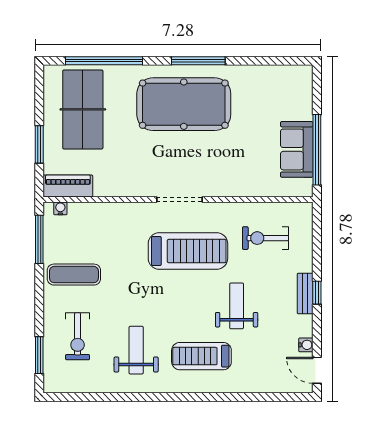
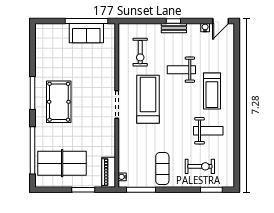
pool table: (184, 104) -> (59, 102), width x0.73, depth x0.76
weight bench: (136, 350) -> (208, 131), turned 180

